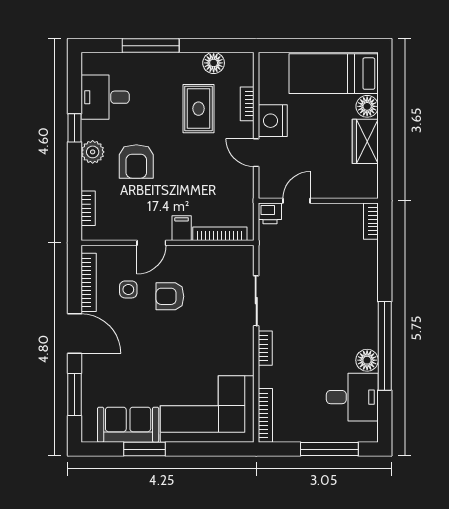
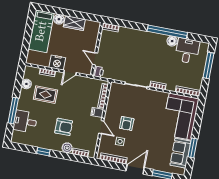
desk: (105, 97) -> (25, 122), moved, turned 90
plant: (93, 152) -> (67, 148), moved

